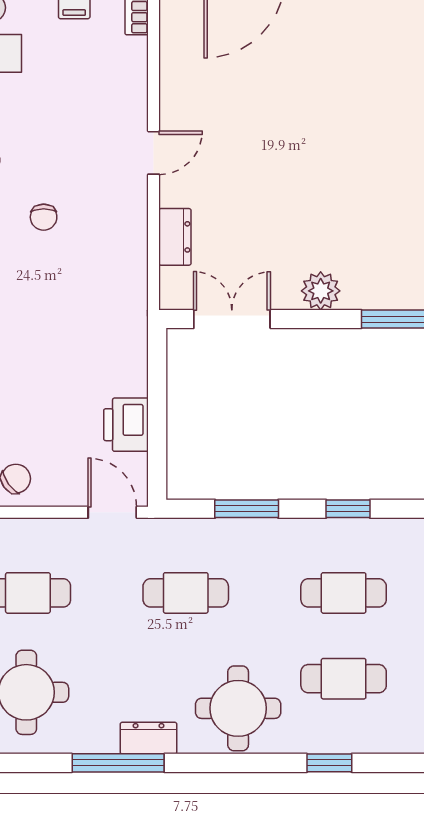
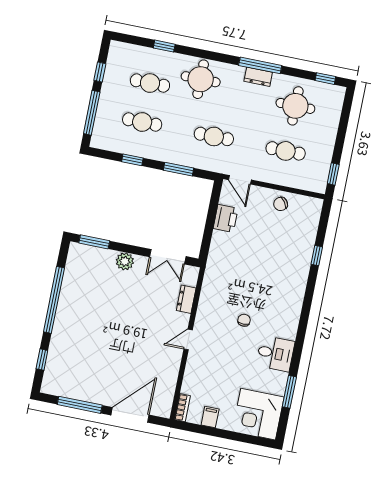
dresser: (148, 738) -> (258, 77), moved

